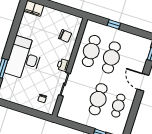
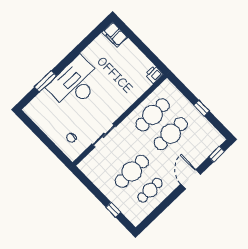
window: (114, 24) -> (202, 108), moved
chair: (65, 36) -> (133, 83), removed
printer: (63, 65) -> (154, 74), moved

